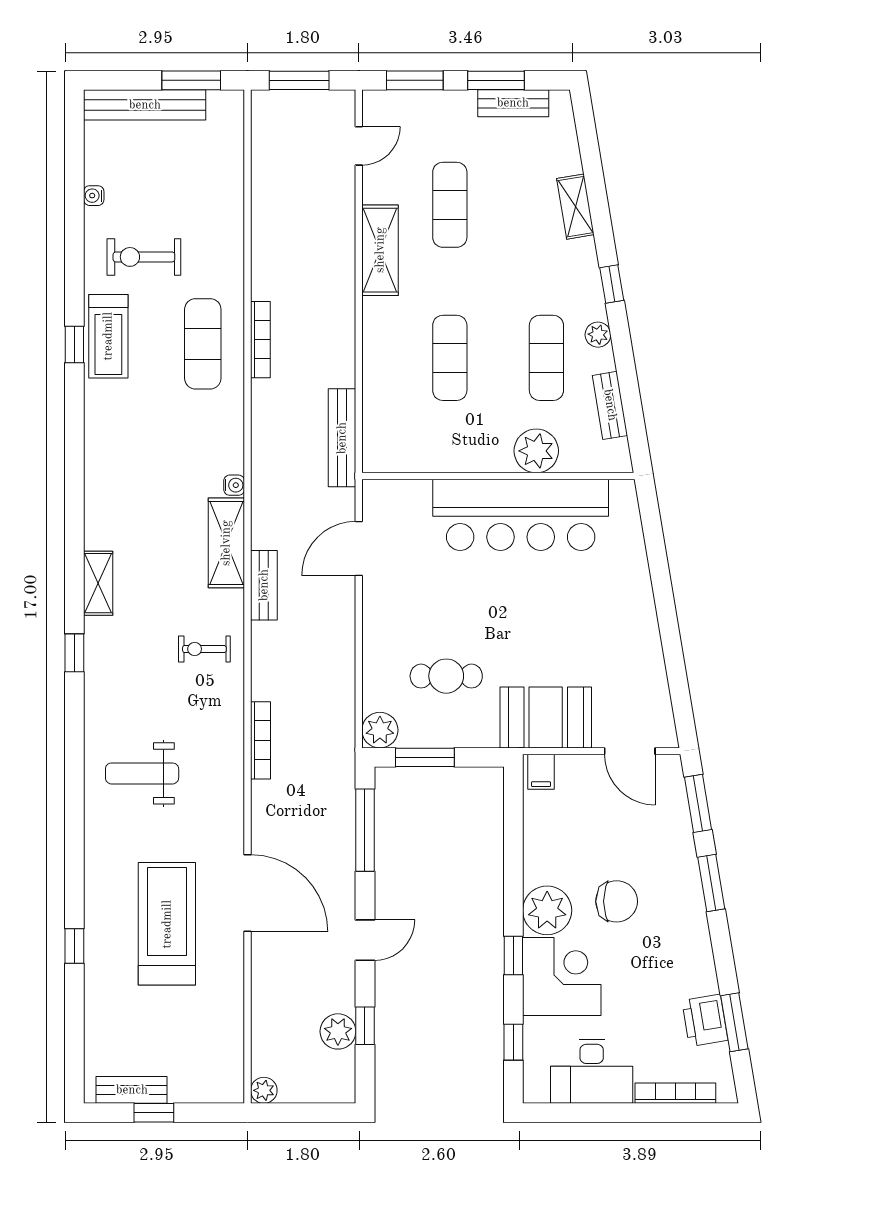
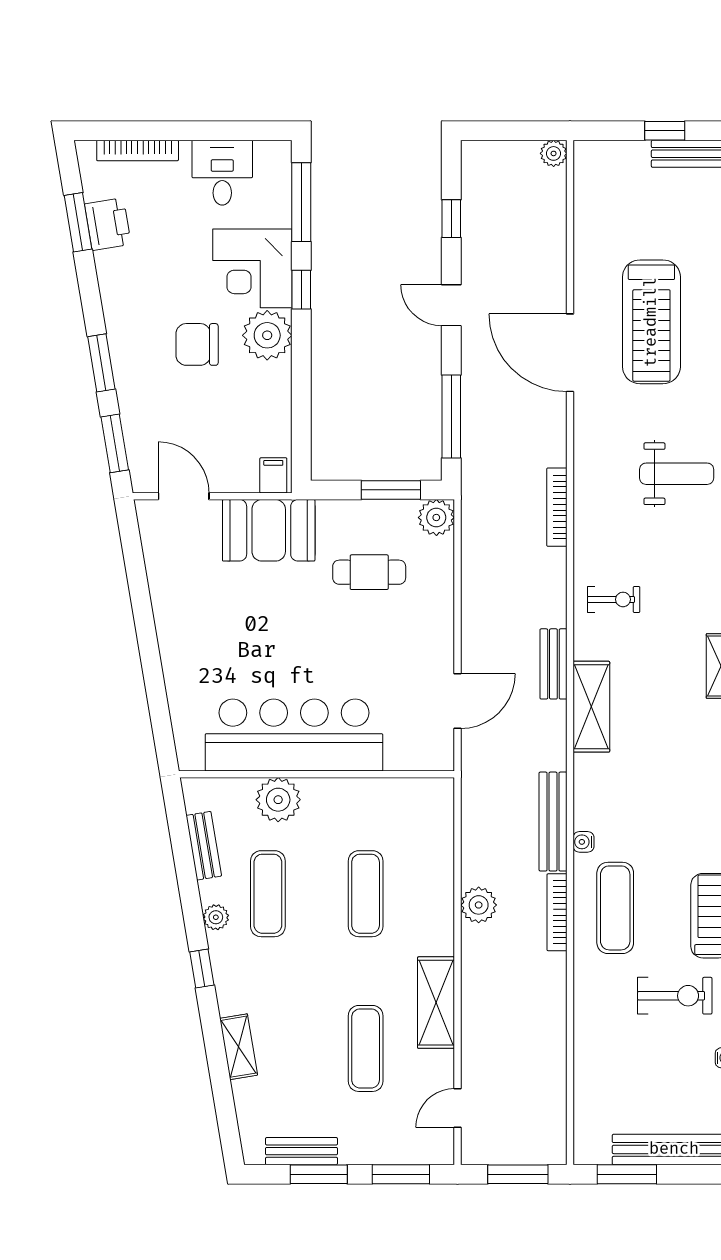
bench: (342, 438) -> (553, 822), moved
water cooler: (234, 485) -> (584, 842), moved
door: (365, 940) -> (451, 305), hinge flipped
plant: (338, 1031) -> (479, 905), moved
window: (513, 1042) -> (301, 202), width x2.17
desk: (592, 1071) -> (222, 173), width x0.73

